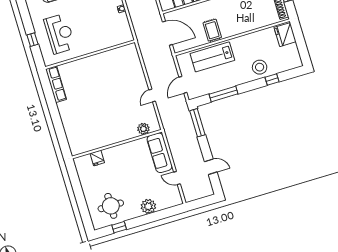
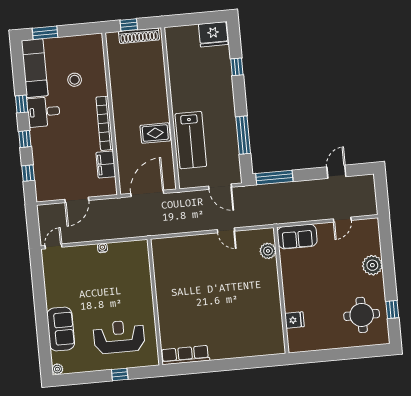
fridge: (285, 35) -> (213, 34), moved
stool: (260, 67) -> (217, 80), removed
sofa: (160, 153) -> (297, 236), width x0.73

